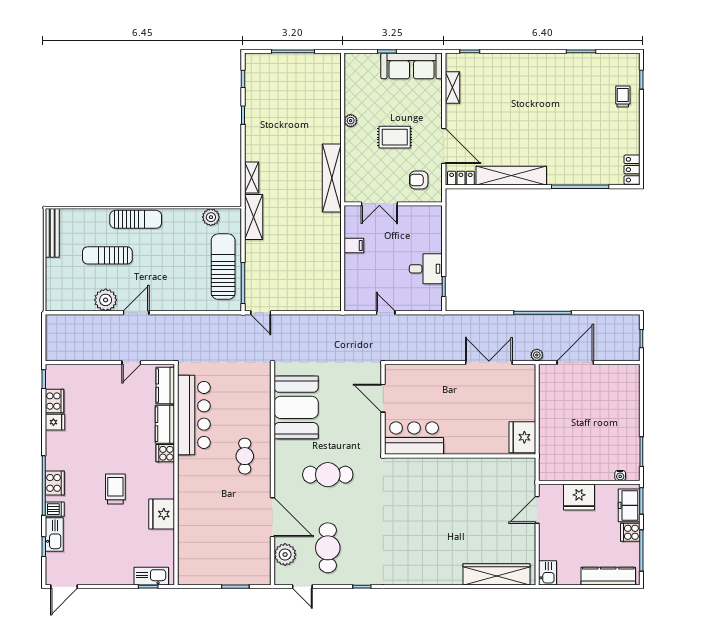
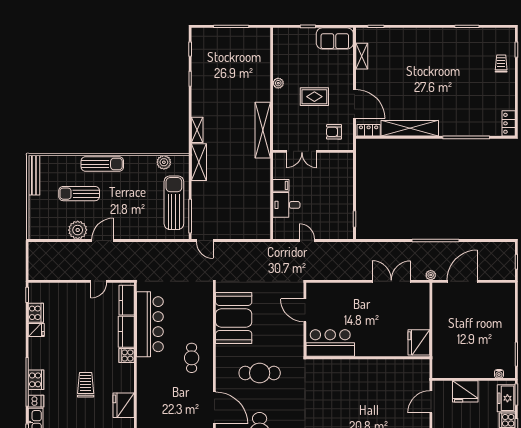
sofa: (412, 66) -> (335, 38), width x0.73
desk: (426, 269) -> (286, 205), moved, turned 180

